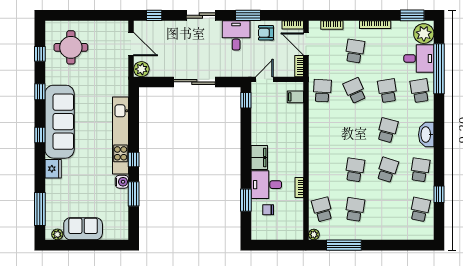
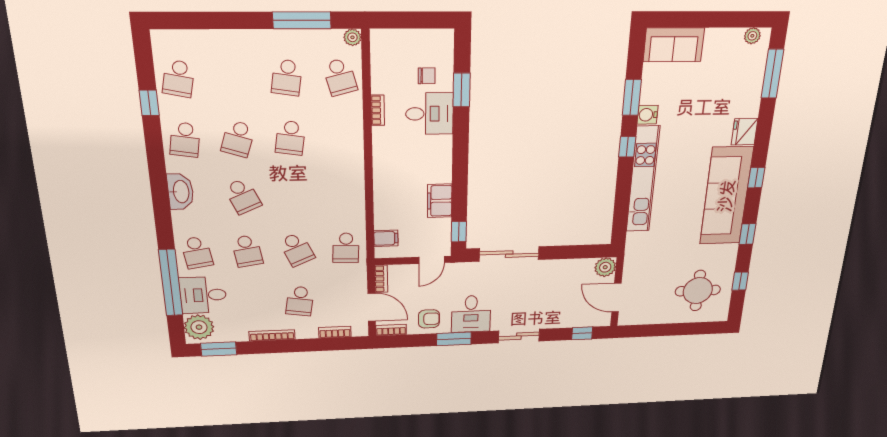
sliding door: (194, 82) -> (509, 254), moved
school desk: (387, 130) -> (243, 196), turned -39
filing cabinet: (259, 157) -> (440, 201), moved
sofa: (83, 229) -> (674, 45), moved

